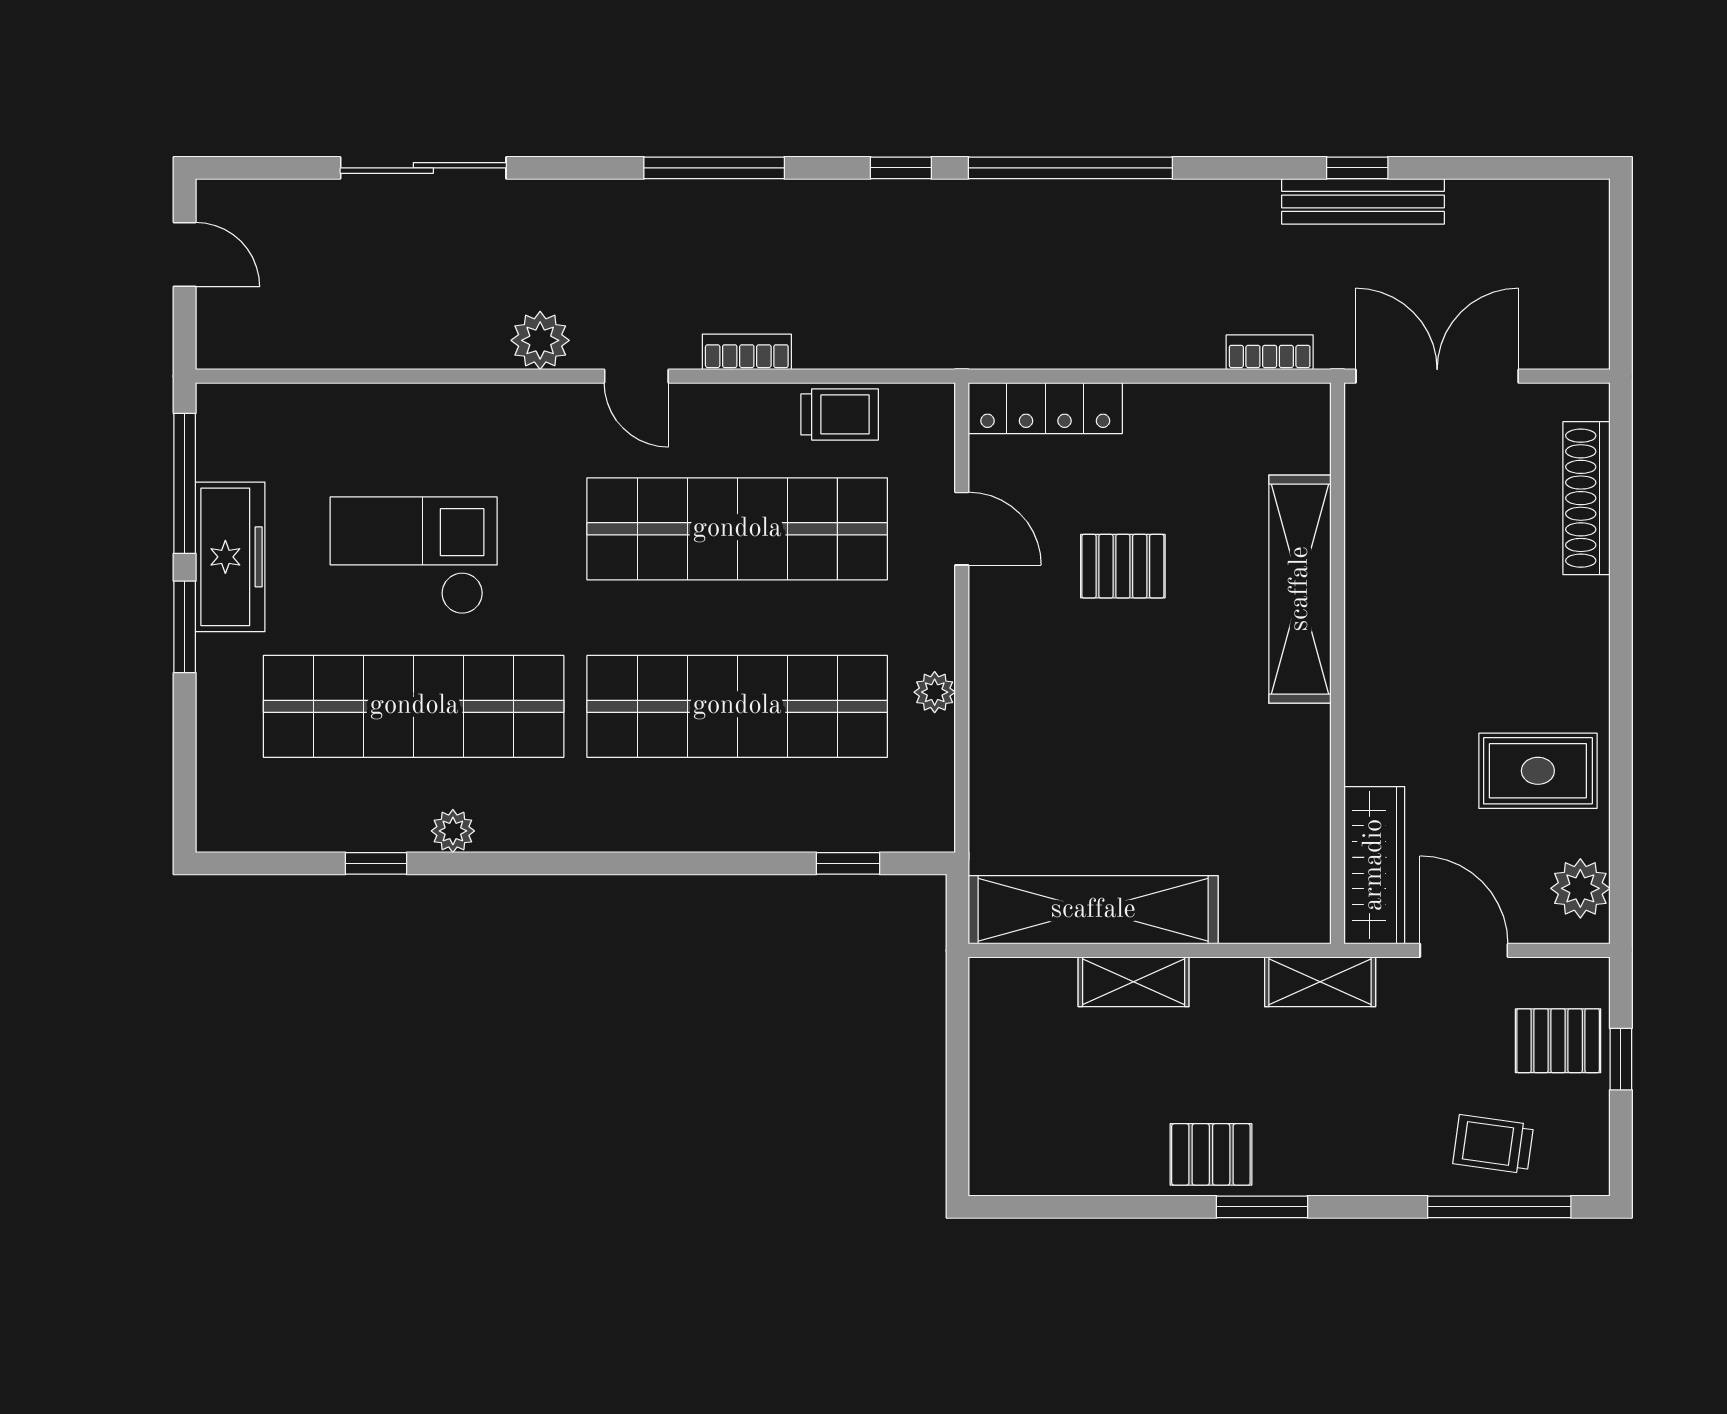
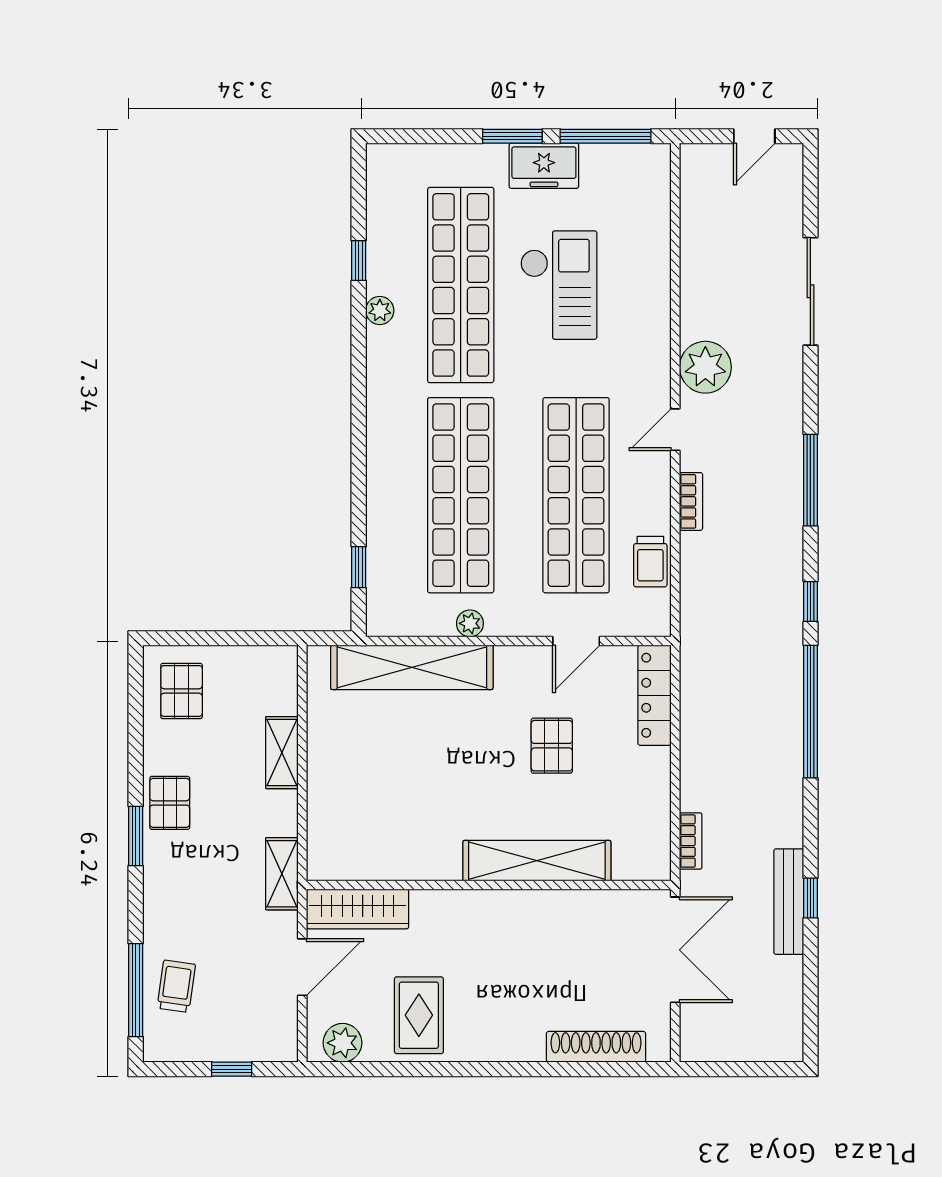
plant: (540, 340) -> (705, 367), width x1.36, depth x1.36
freezer: (230, 557) -> (544, 166), width x0.71
shelving: (1093, 910) -> (412, 667), moved, turned 90
pallet: (1558, 1041) -> (182, 691), moved

